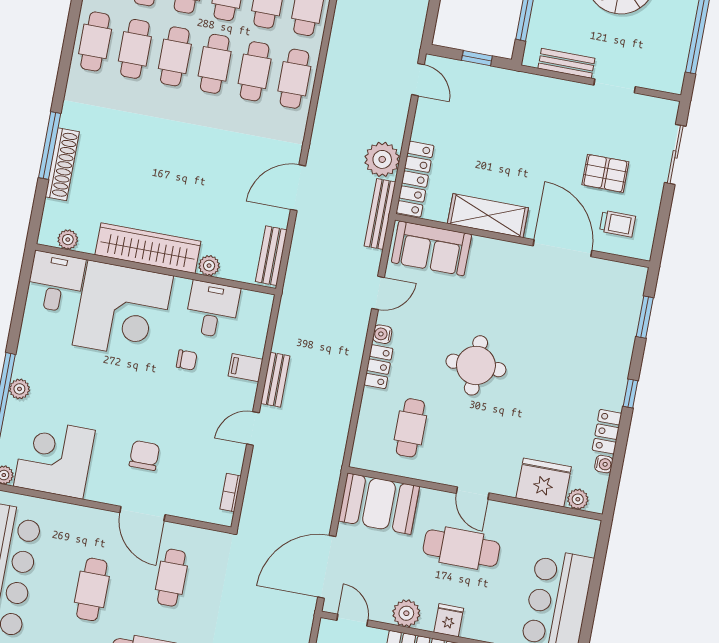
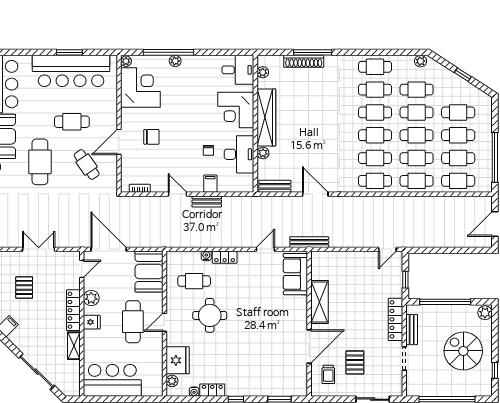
plant: (382, 159) -> (340, 238), removed
locker: (415, 179) -> (395, 319), moved, turned 90
door: (378, 293) -> (265, 249), swing flipped
corner desk: (123, 310) -> (236, 110), width x0.74, depth x0.74
desk: (212, 310) -> (239, 154), width x1.37
water cooler: (382, 334) -> (206, 256), moved
round table: (476, 365) -> (210, 315), moved
cafe table: (171, 578) -> (87, 164), turned 55

